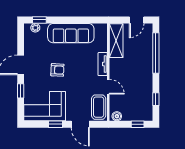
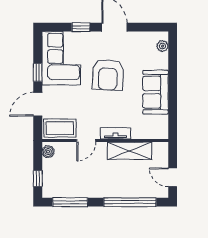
window: (39, 20) -> (173, 51), removed
sofa: (71, 33) -> (156, 92), width x0.73
shelving: (116, 41) -> (130, 151), moved
armchair: (57, 70) -> (108, 75), width x1.88, depth x1.88
window: (156, 99) -> (70, 202), width x2.17

